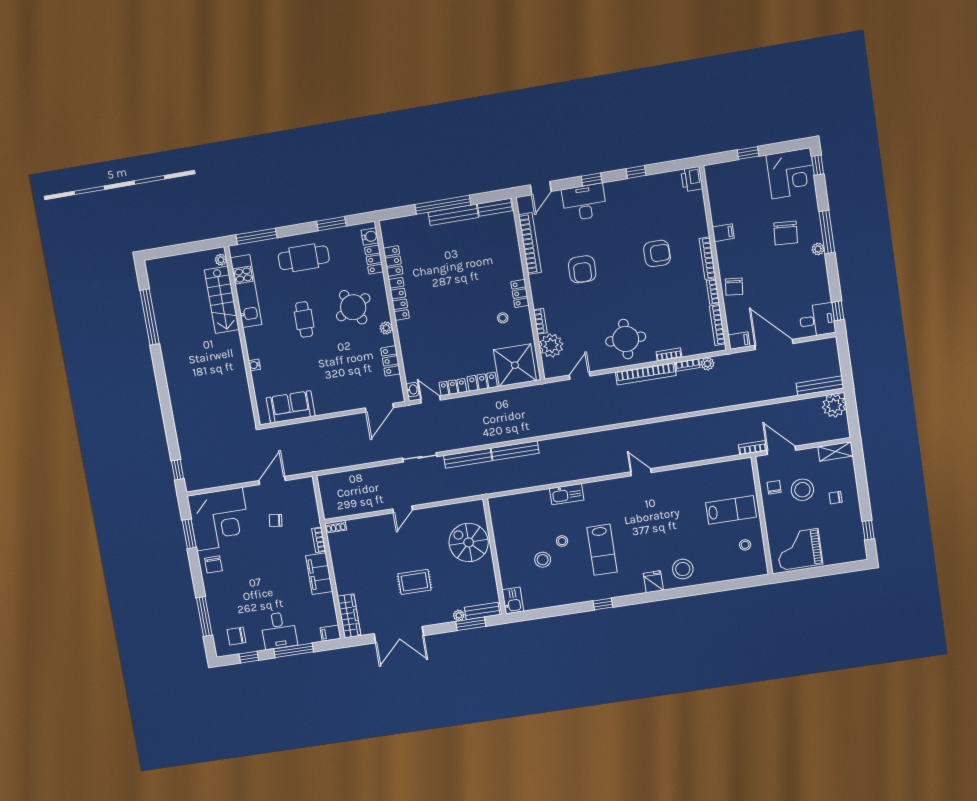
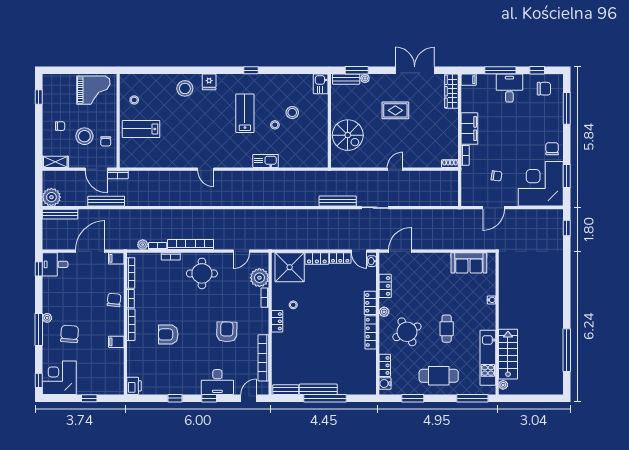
locker: (393, 261) -> (370, 303), moved
door: (774, 344) -> (90, 251), swing flipped
bench: (515, 451) -> (106, 201), moved

